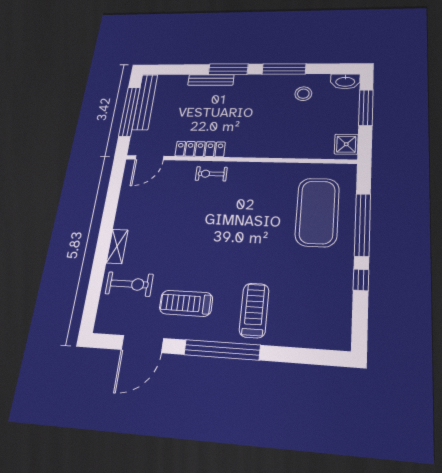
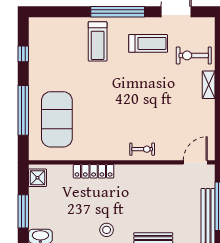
stool: (303, 94) -> (107, 230), moved
locker: (200, 149) -> (94, 171), moved
window: (361, 280) -> (23, 54), moved

